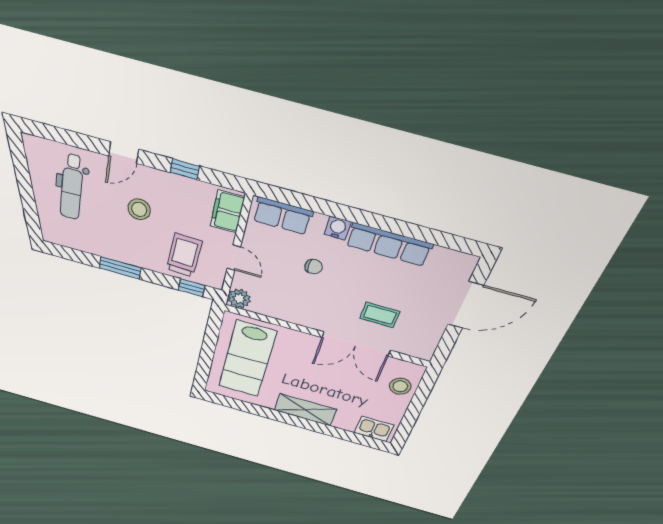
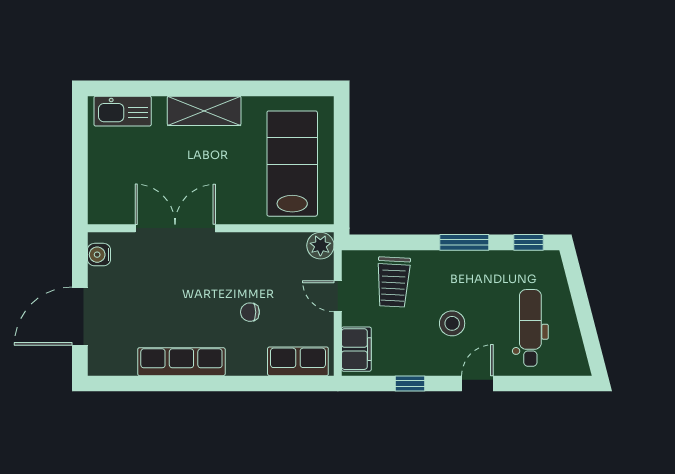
water cooler: (338, 228) -> (99, 255), moved, turned 90
window: (192, 288) -> (529, 242), moved
coffee table: (380, 315) -> (162, 275), removed
stool: (400, 386) -> (107, 187), removed
kitchen sink: (374, 429) -> (123, 111), width x1.38

